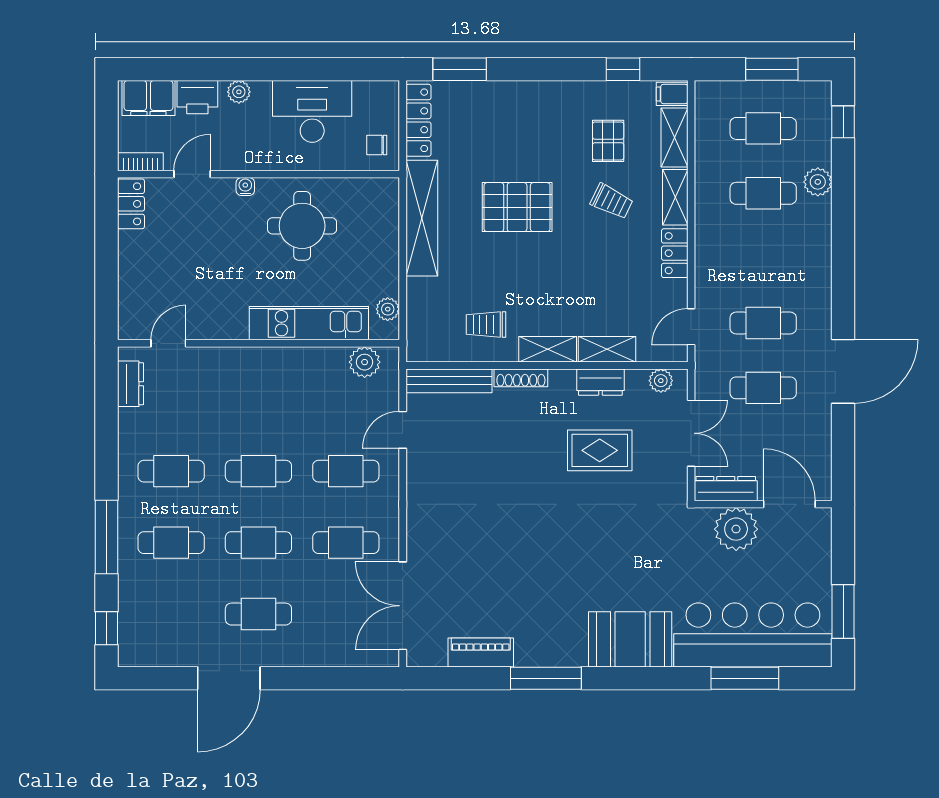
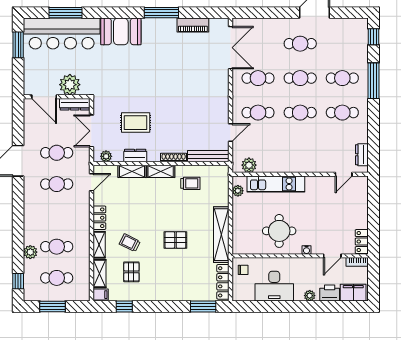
pallet: (517, 207) -> (175, 240), width x0.67, depth x0.71

